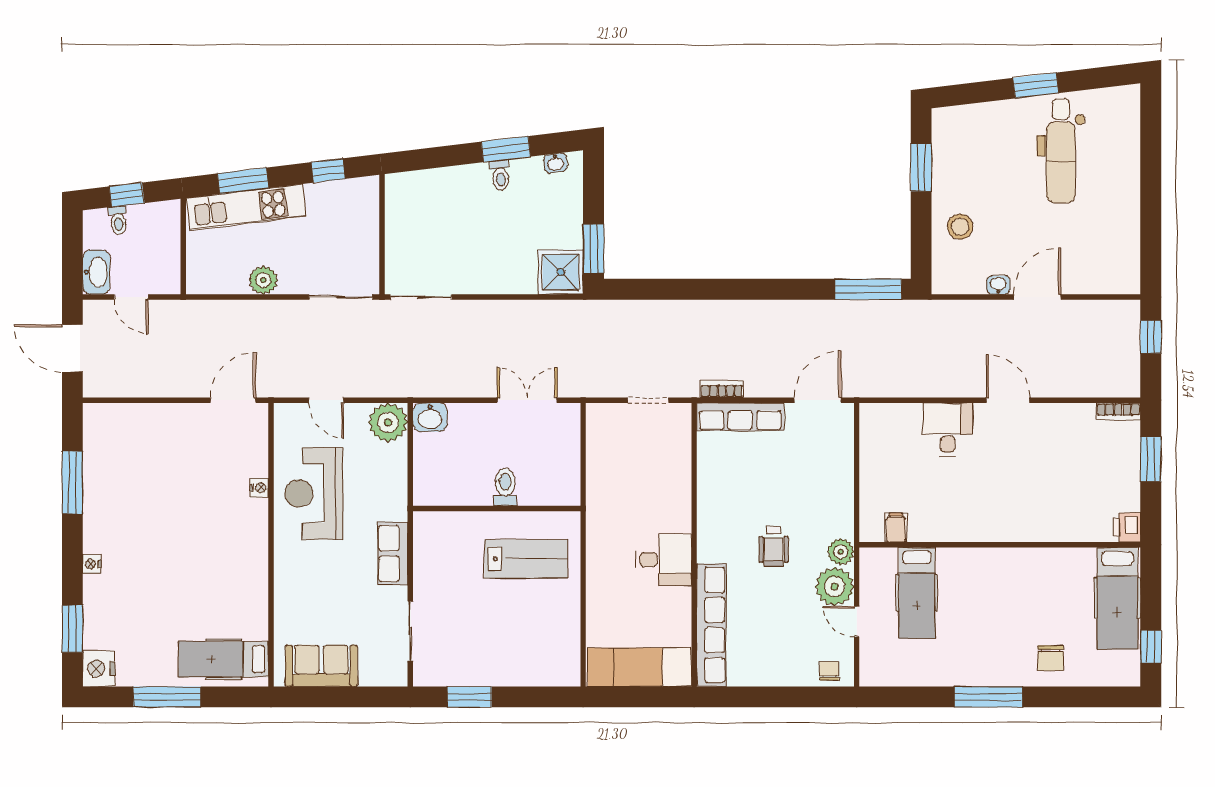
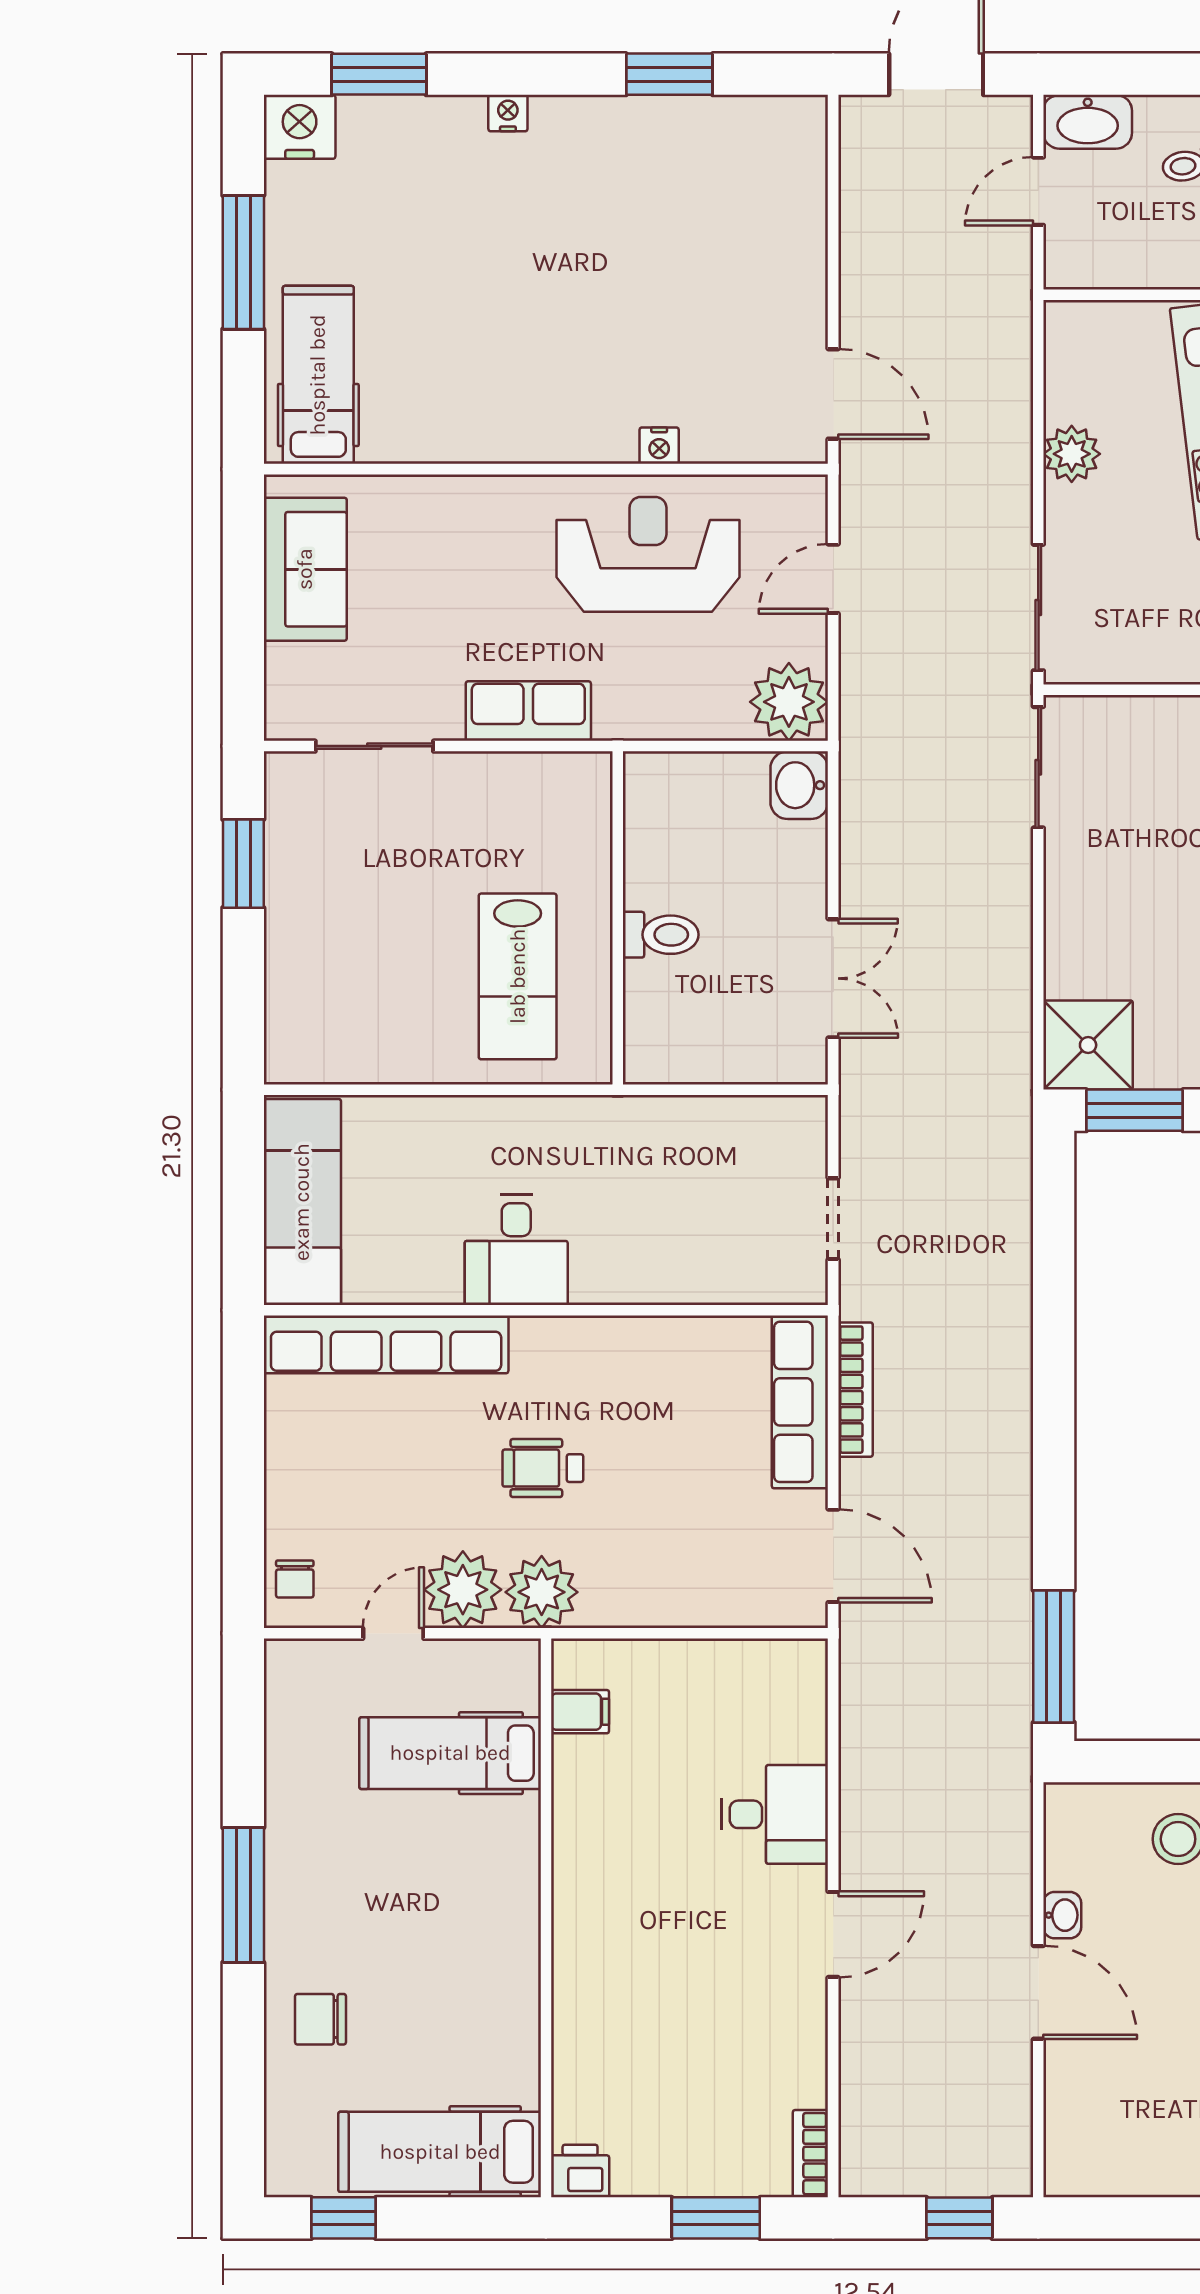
bookcase: (722, 389) -> (855, 1390), width x1.56
window: (72, 483) -> (669, 74), width x0.69
plant: (841, 552) -> (542, 1592), width x1.36, depth x1.36
chair: (829, 671) -> (295, 1579), turned 90

